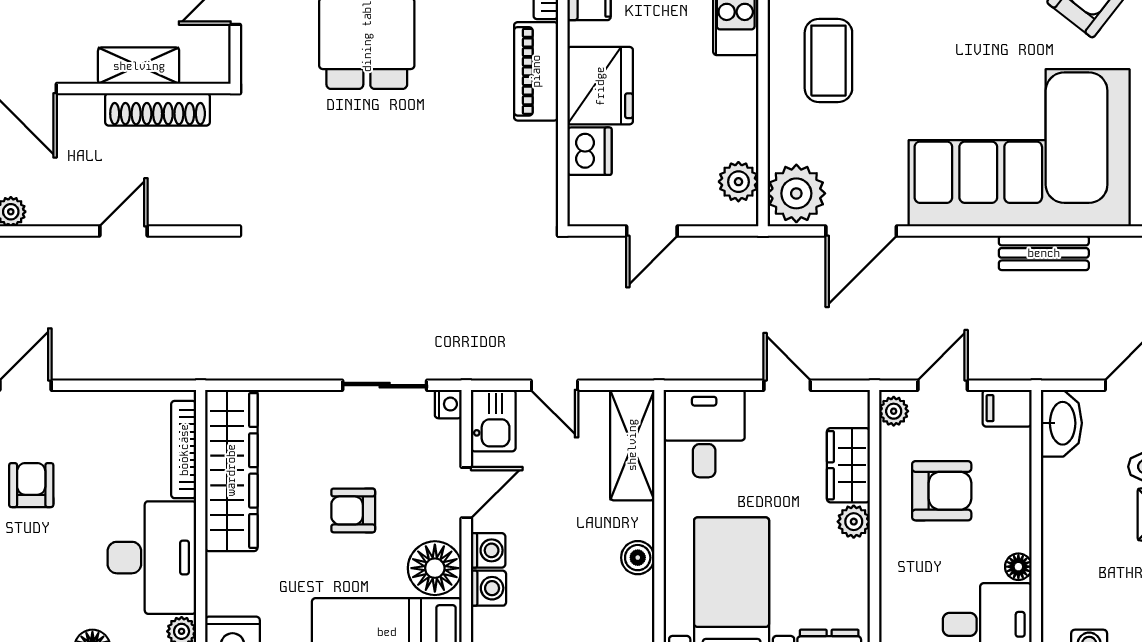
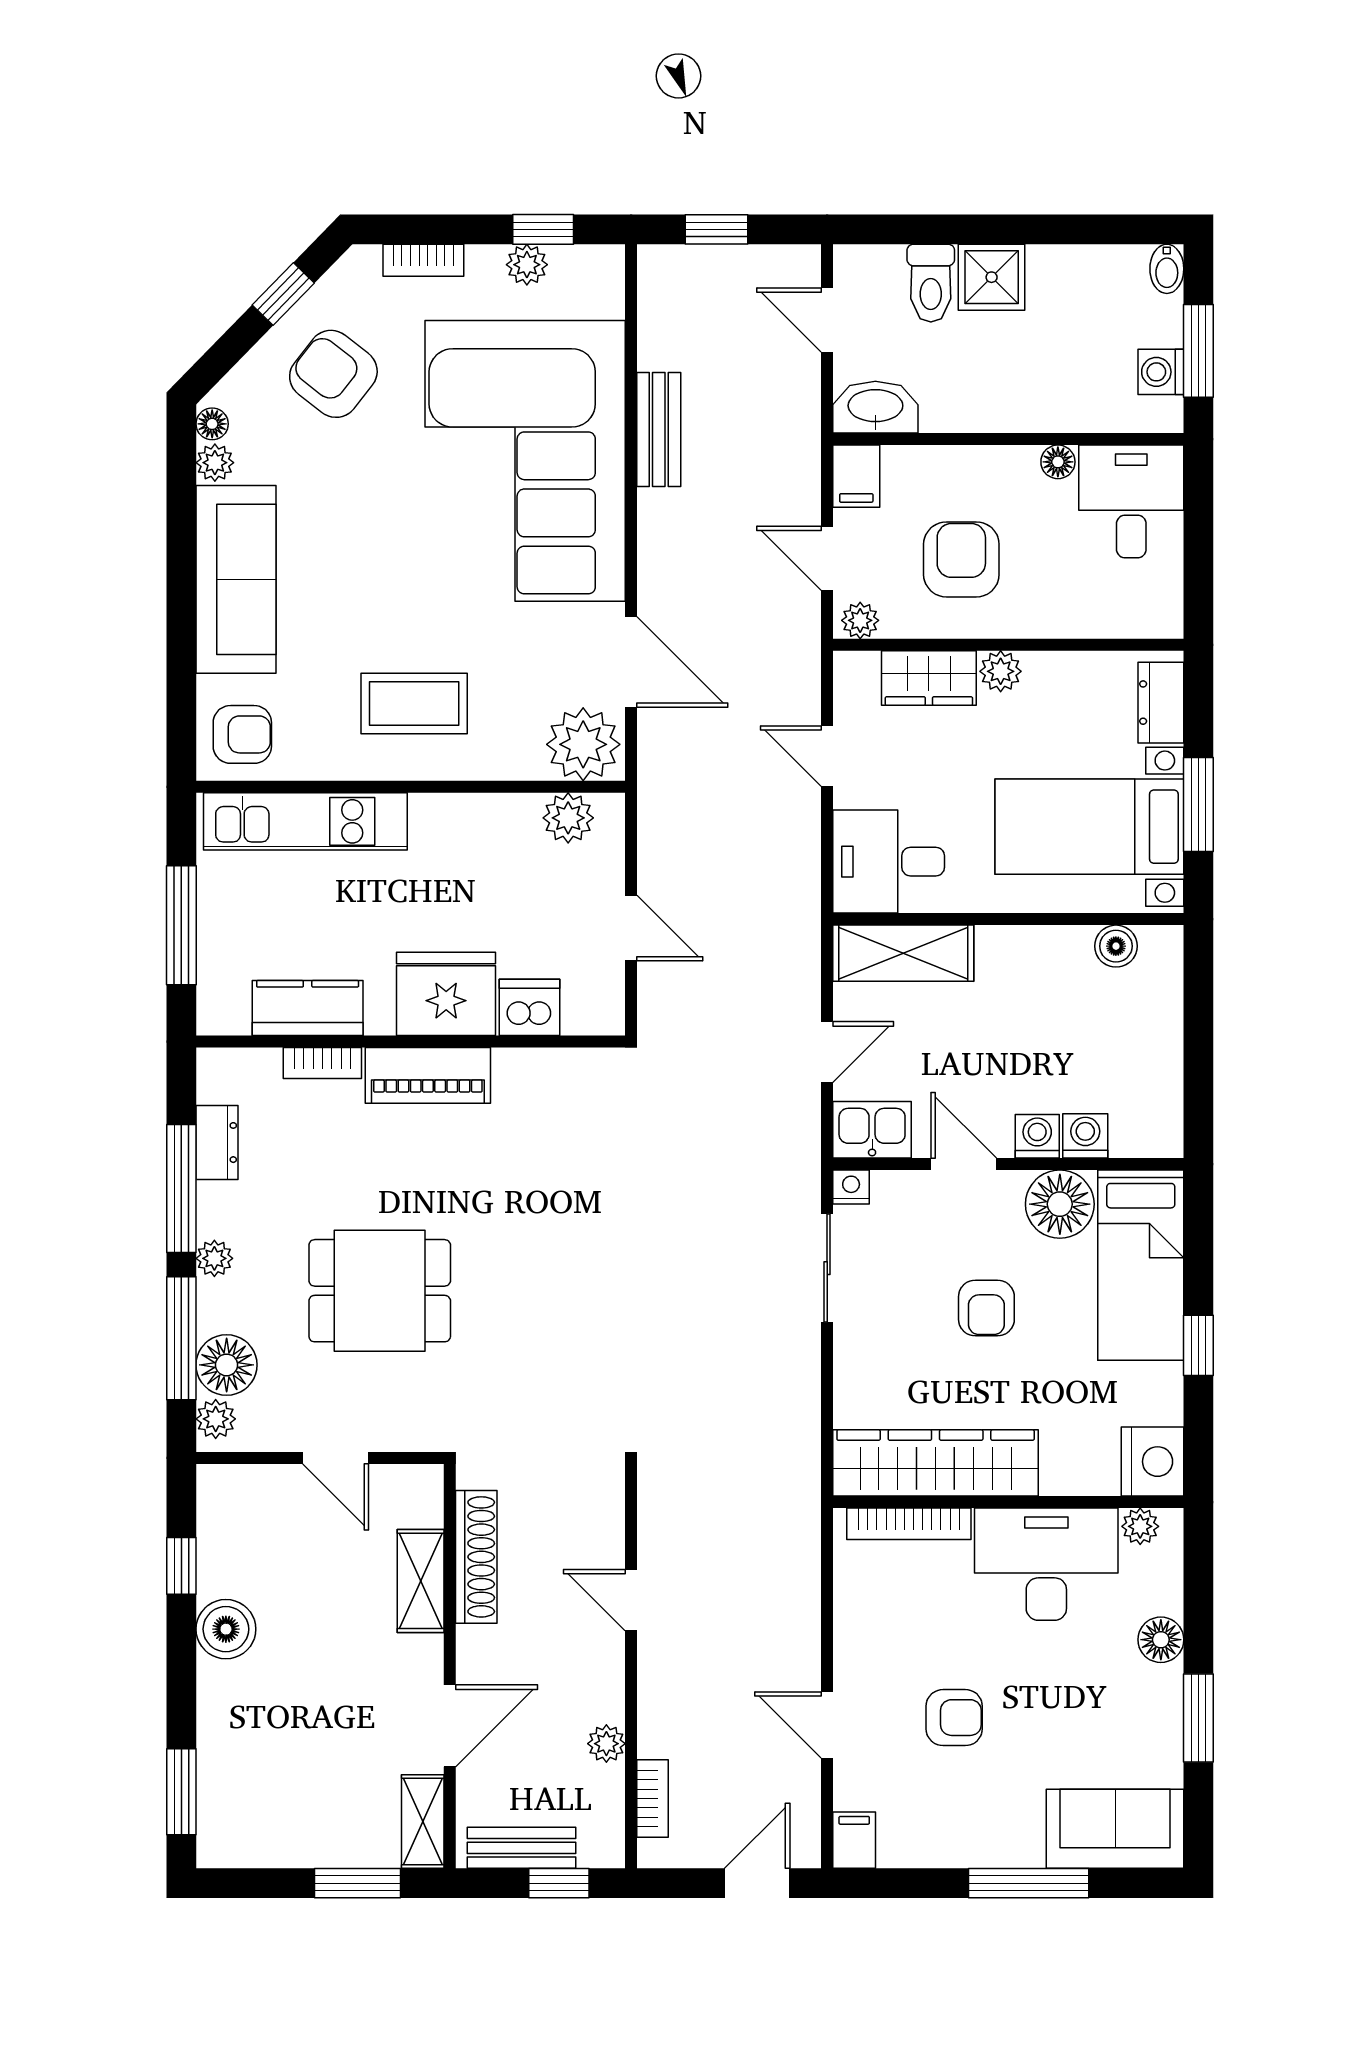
door: (787, 385) -> (827, 756), hinge flipped
armchair: (31, 485) -> (954, 1718), turned 180
boiler: (638, 558) -> (1116, 946), moved

